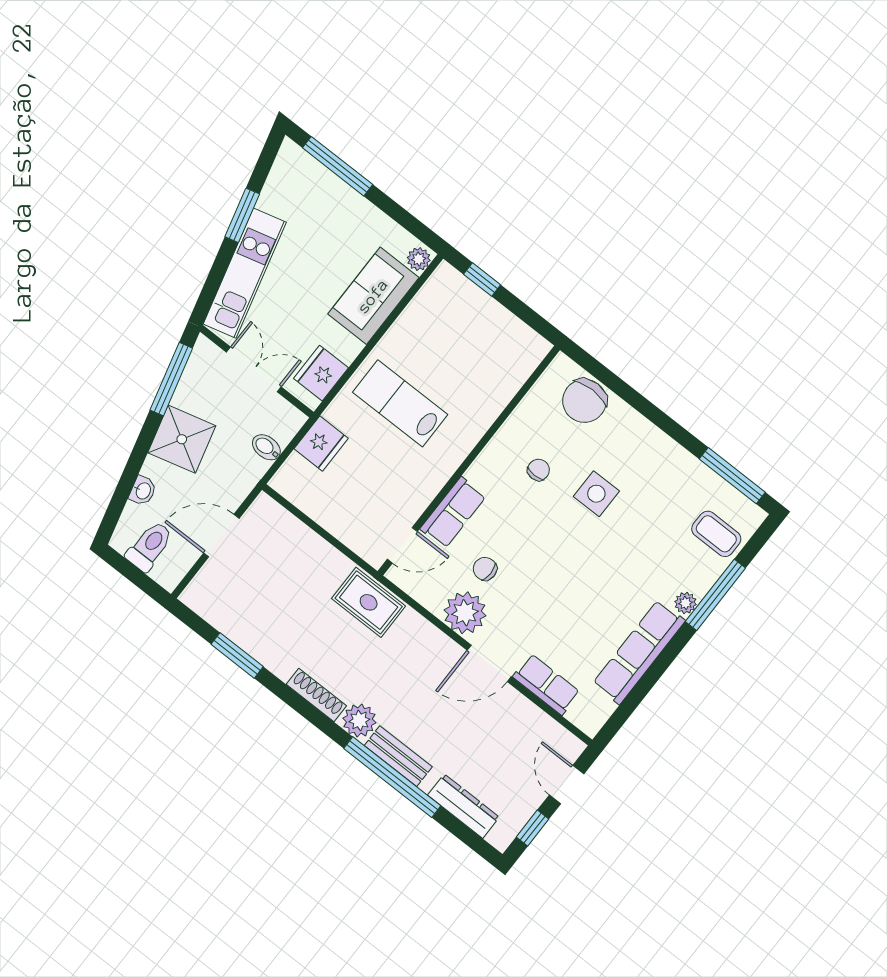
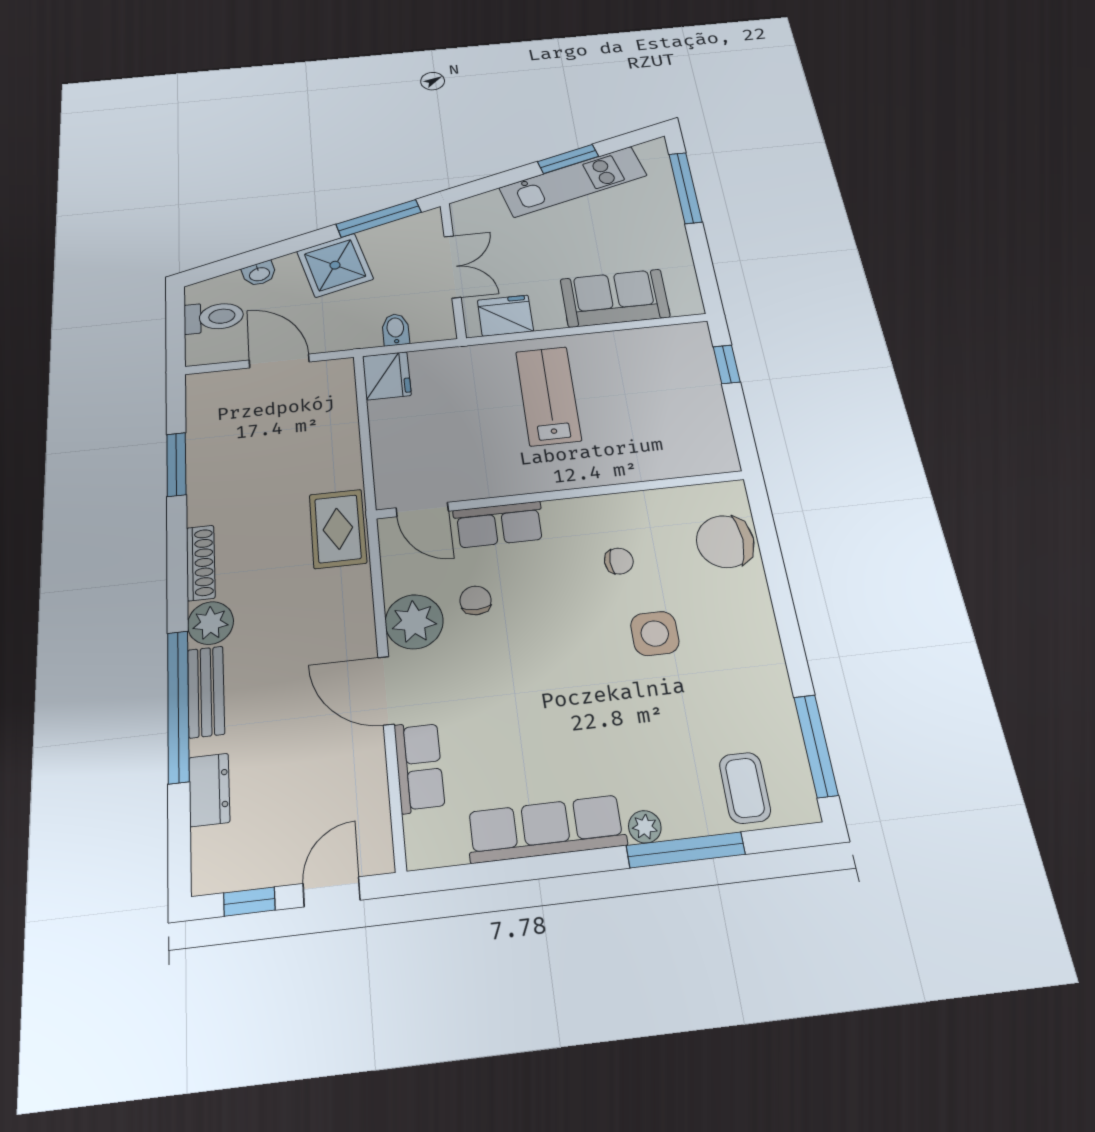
plant: (419, 259) -> (685, 304), removed
kitchen unit: (245, 273) -> (573, 182), moved
fridge: (321, 444) -> (387, 376), moved, turned -90
dresser: (463, 806) -> (209, 790), width x0.70

